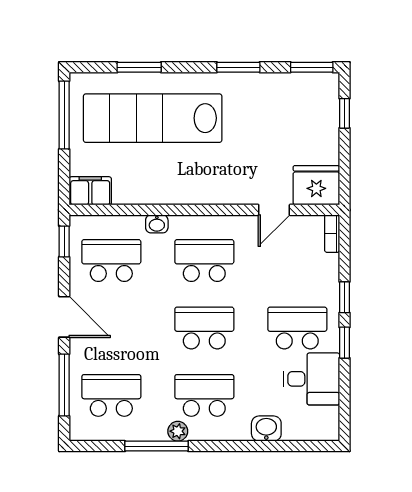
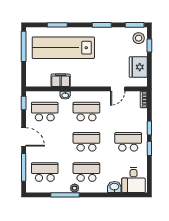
stool: (320, 97) -> (139, 38), added
fridge: (316, 185) -> (138, 67), moved, turned -90
filing cabinet: (90, 191) -> (61, 80), moved
desk: (312, 379) -> (134, 180), moved, turned 90

